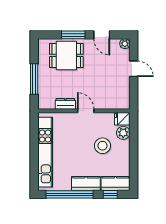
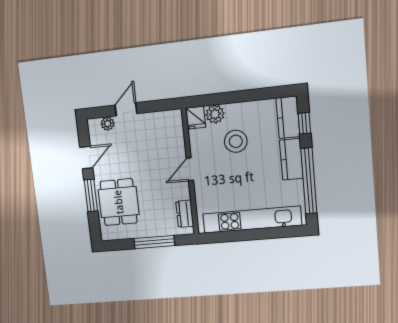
plant: (125, 44) -> (108, 124), moved
dresser: (65, 104) -> (185, 214), moved

